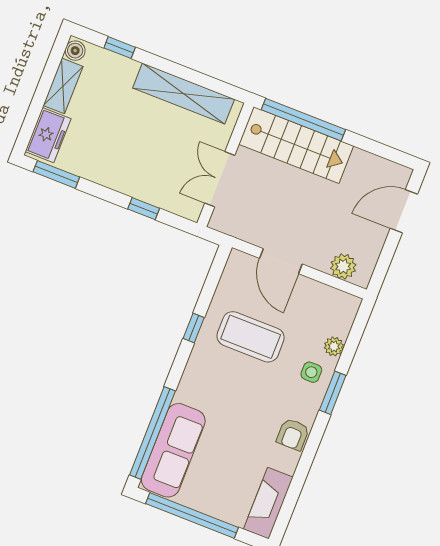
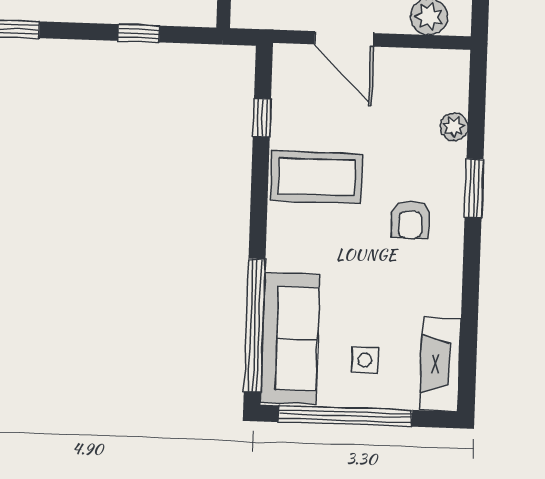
window: (194, 328) -> (262, 118), moved
coffee table: (251, 337) -> (317, 177), moved
side table: (311, 372) -> (365, 360), moved
armchair: (293, 434) -> (410, 220), moved

